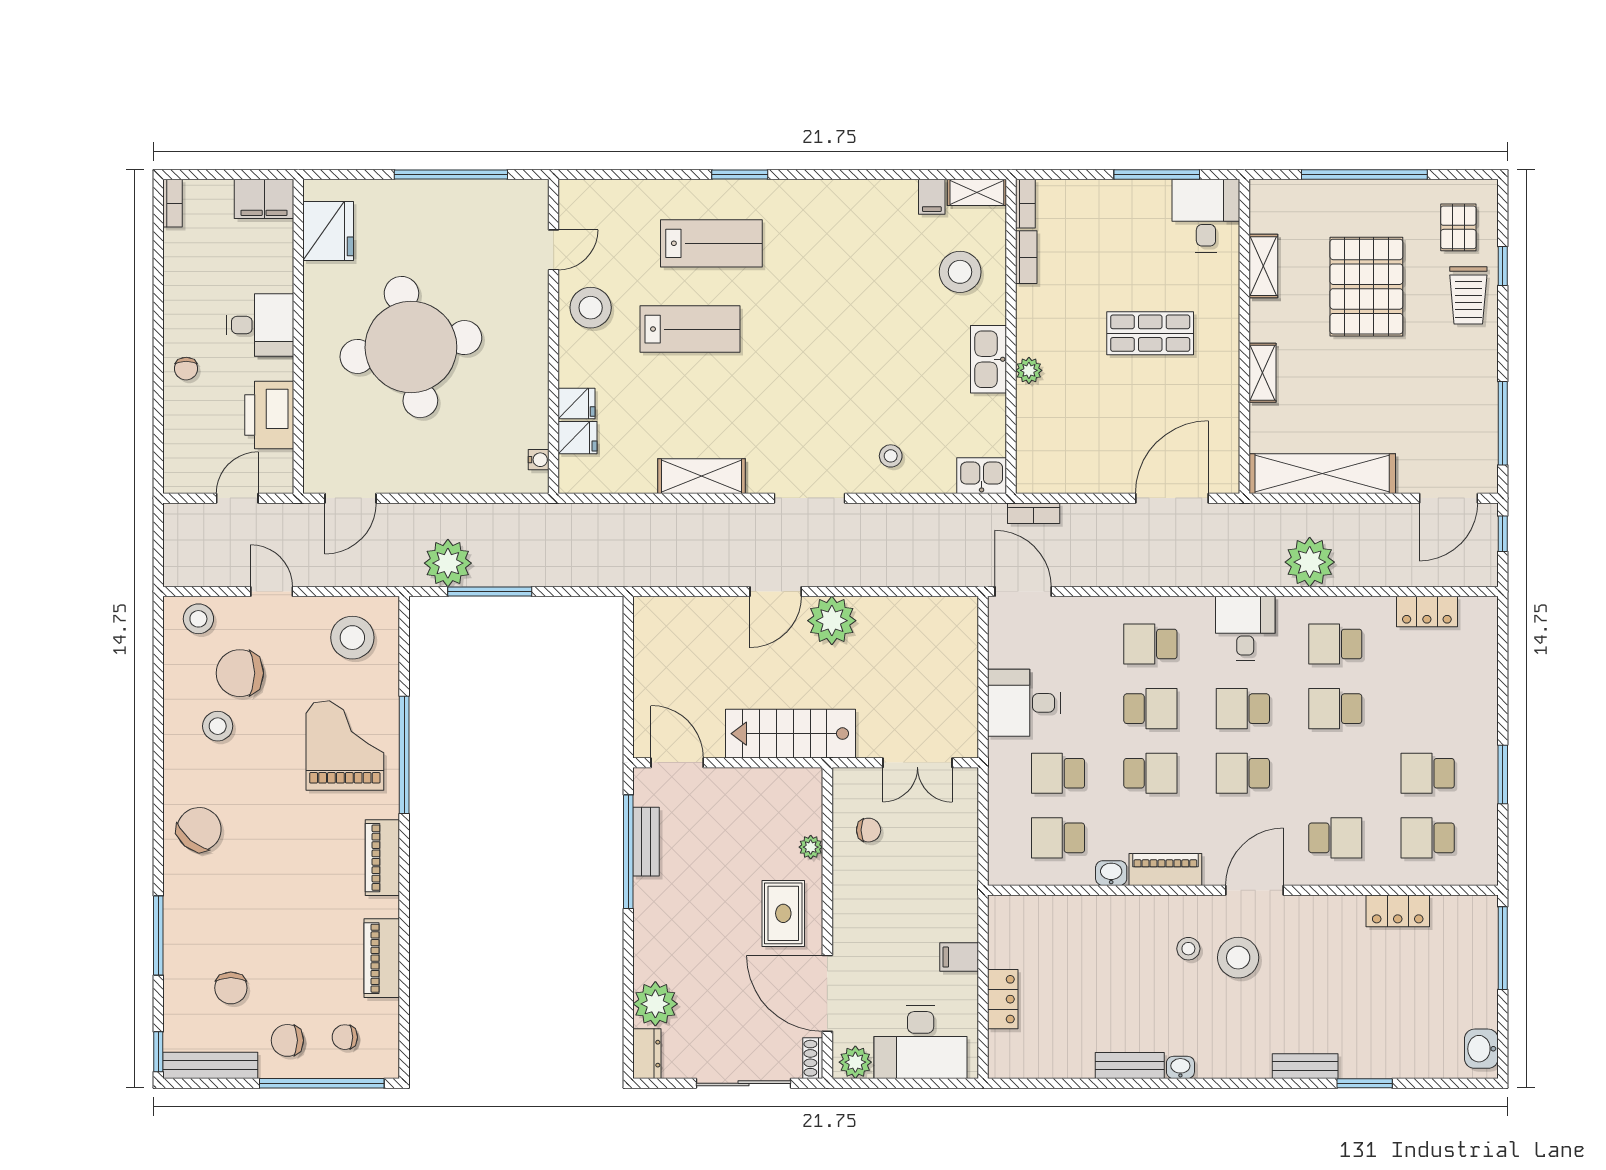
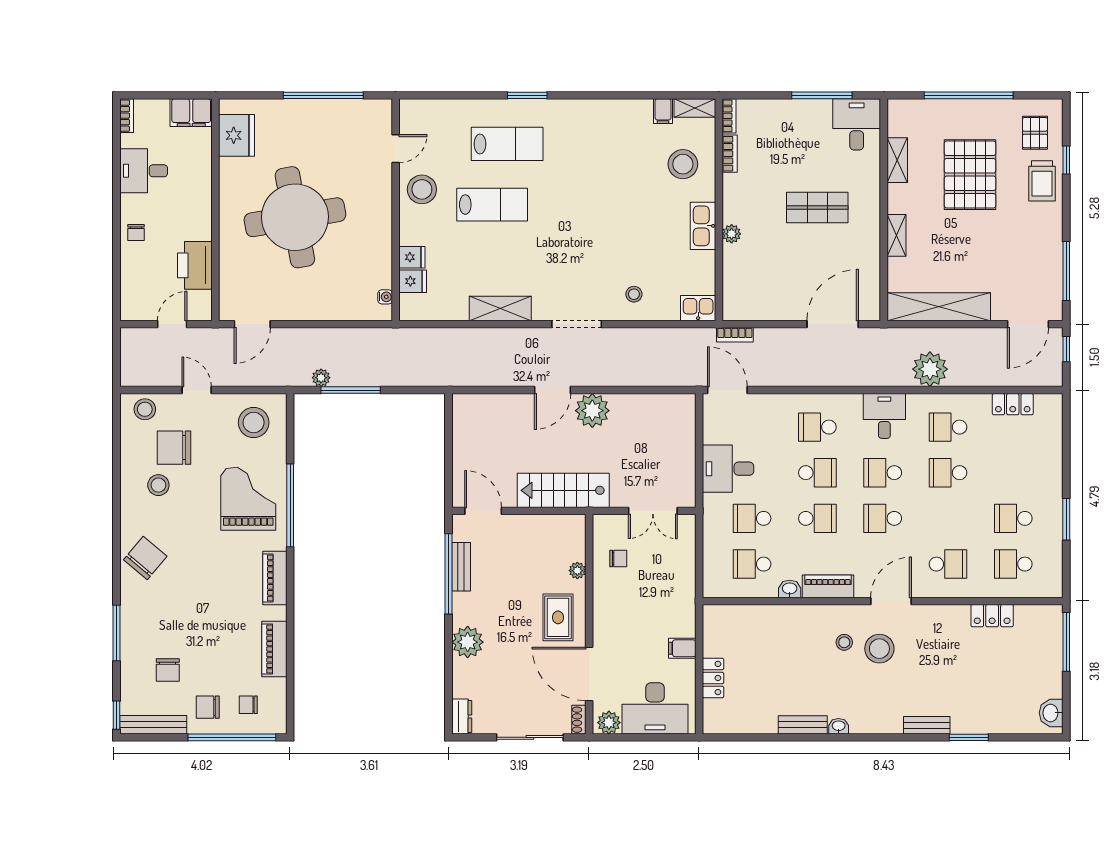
desk: (260, 325) -> (144, 171), moved, turned 180
plant: (448, 563) -> (321, 378), width x0.53, depth x0.53
plant: (655, 1004) -> (468, 642), moved

